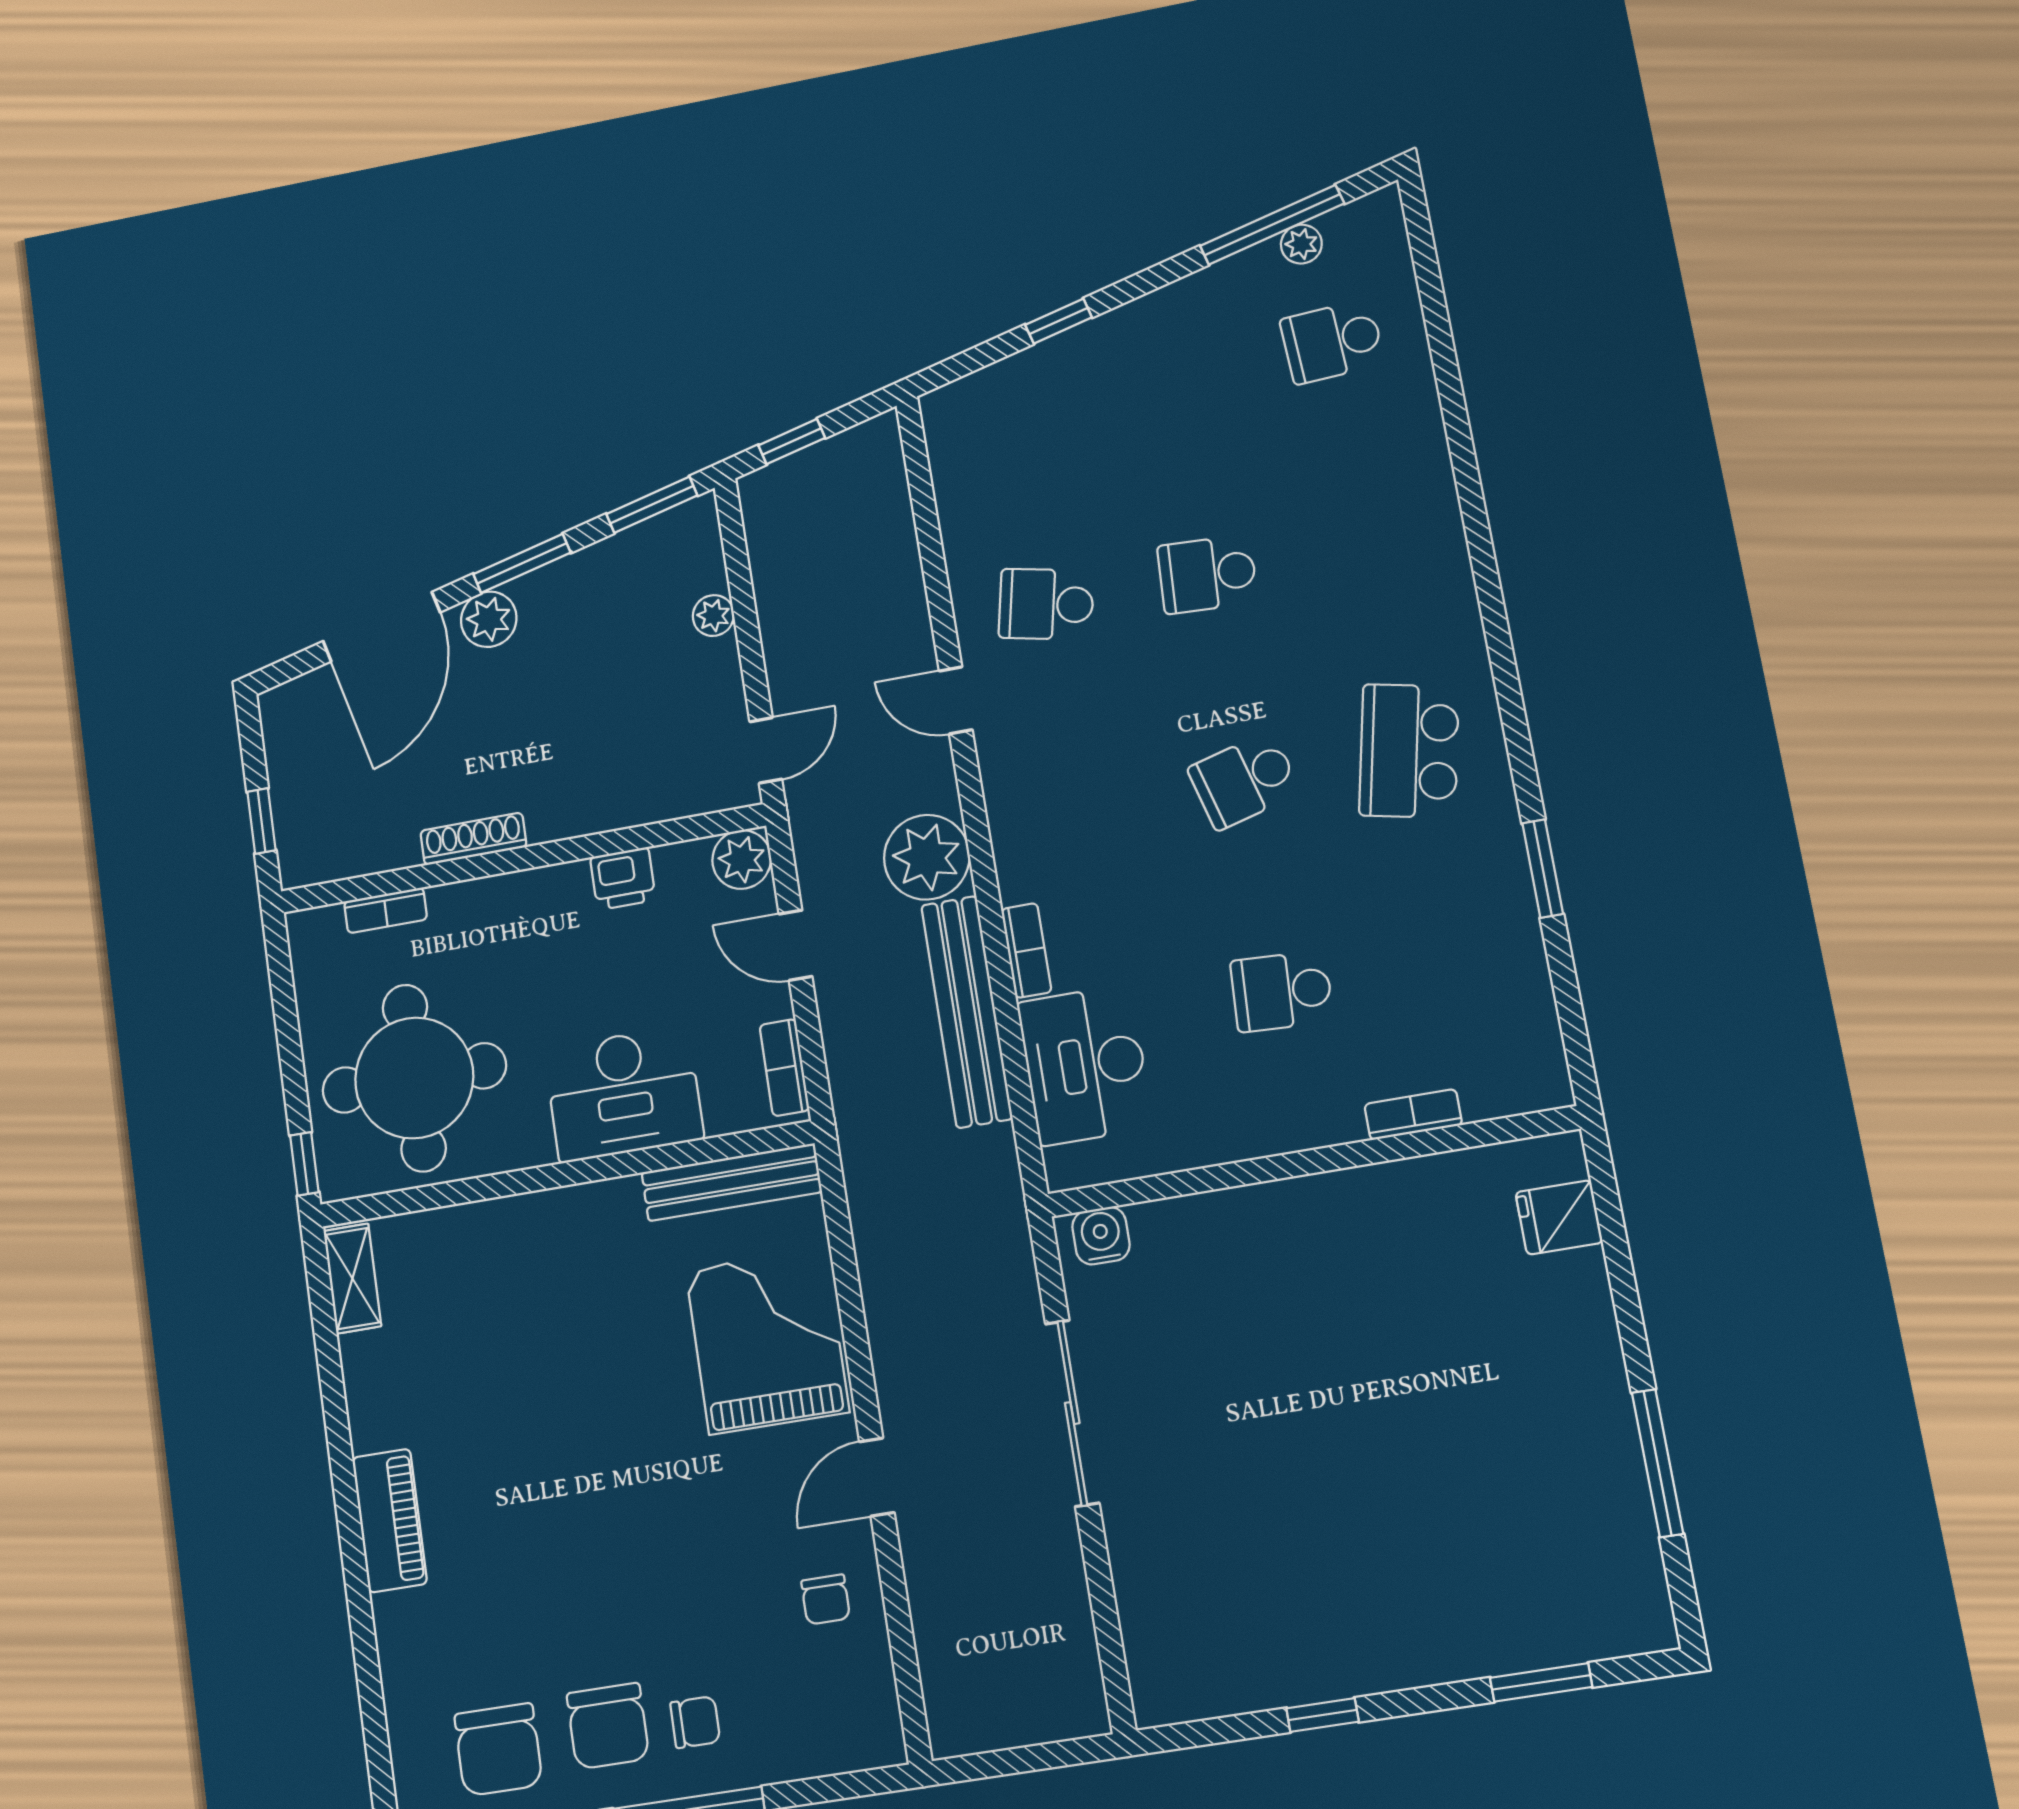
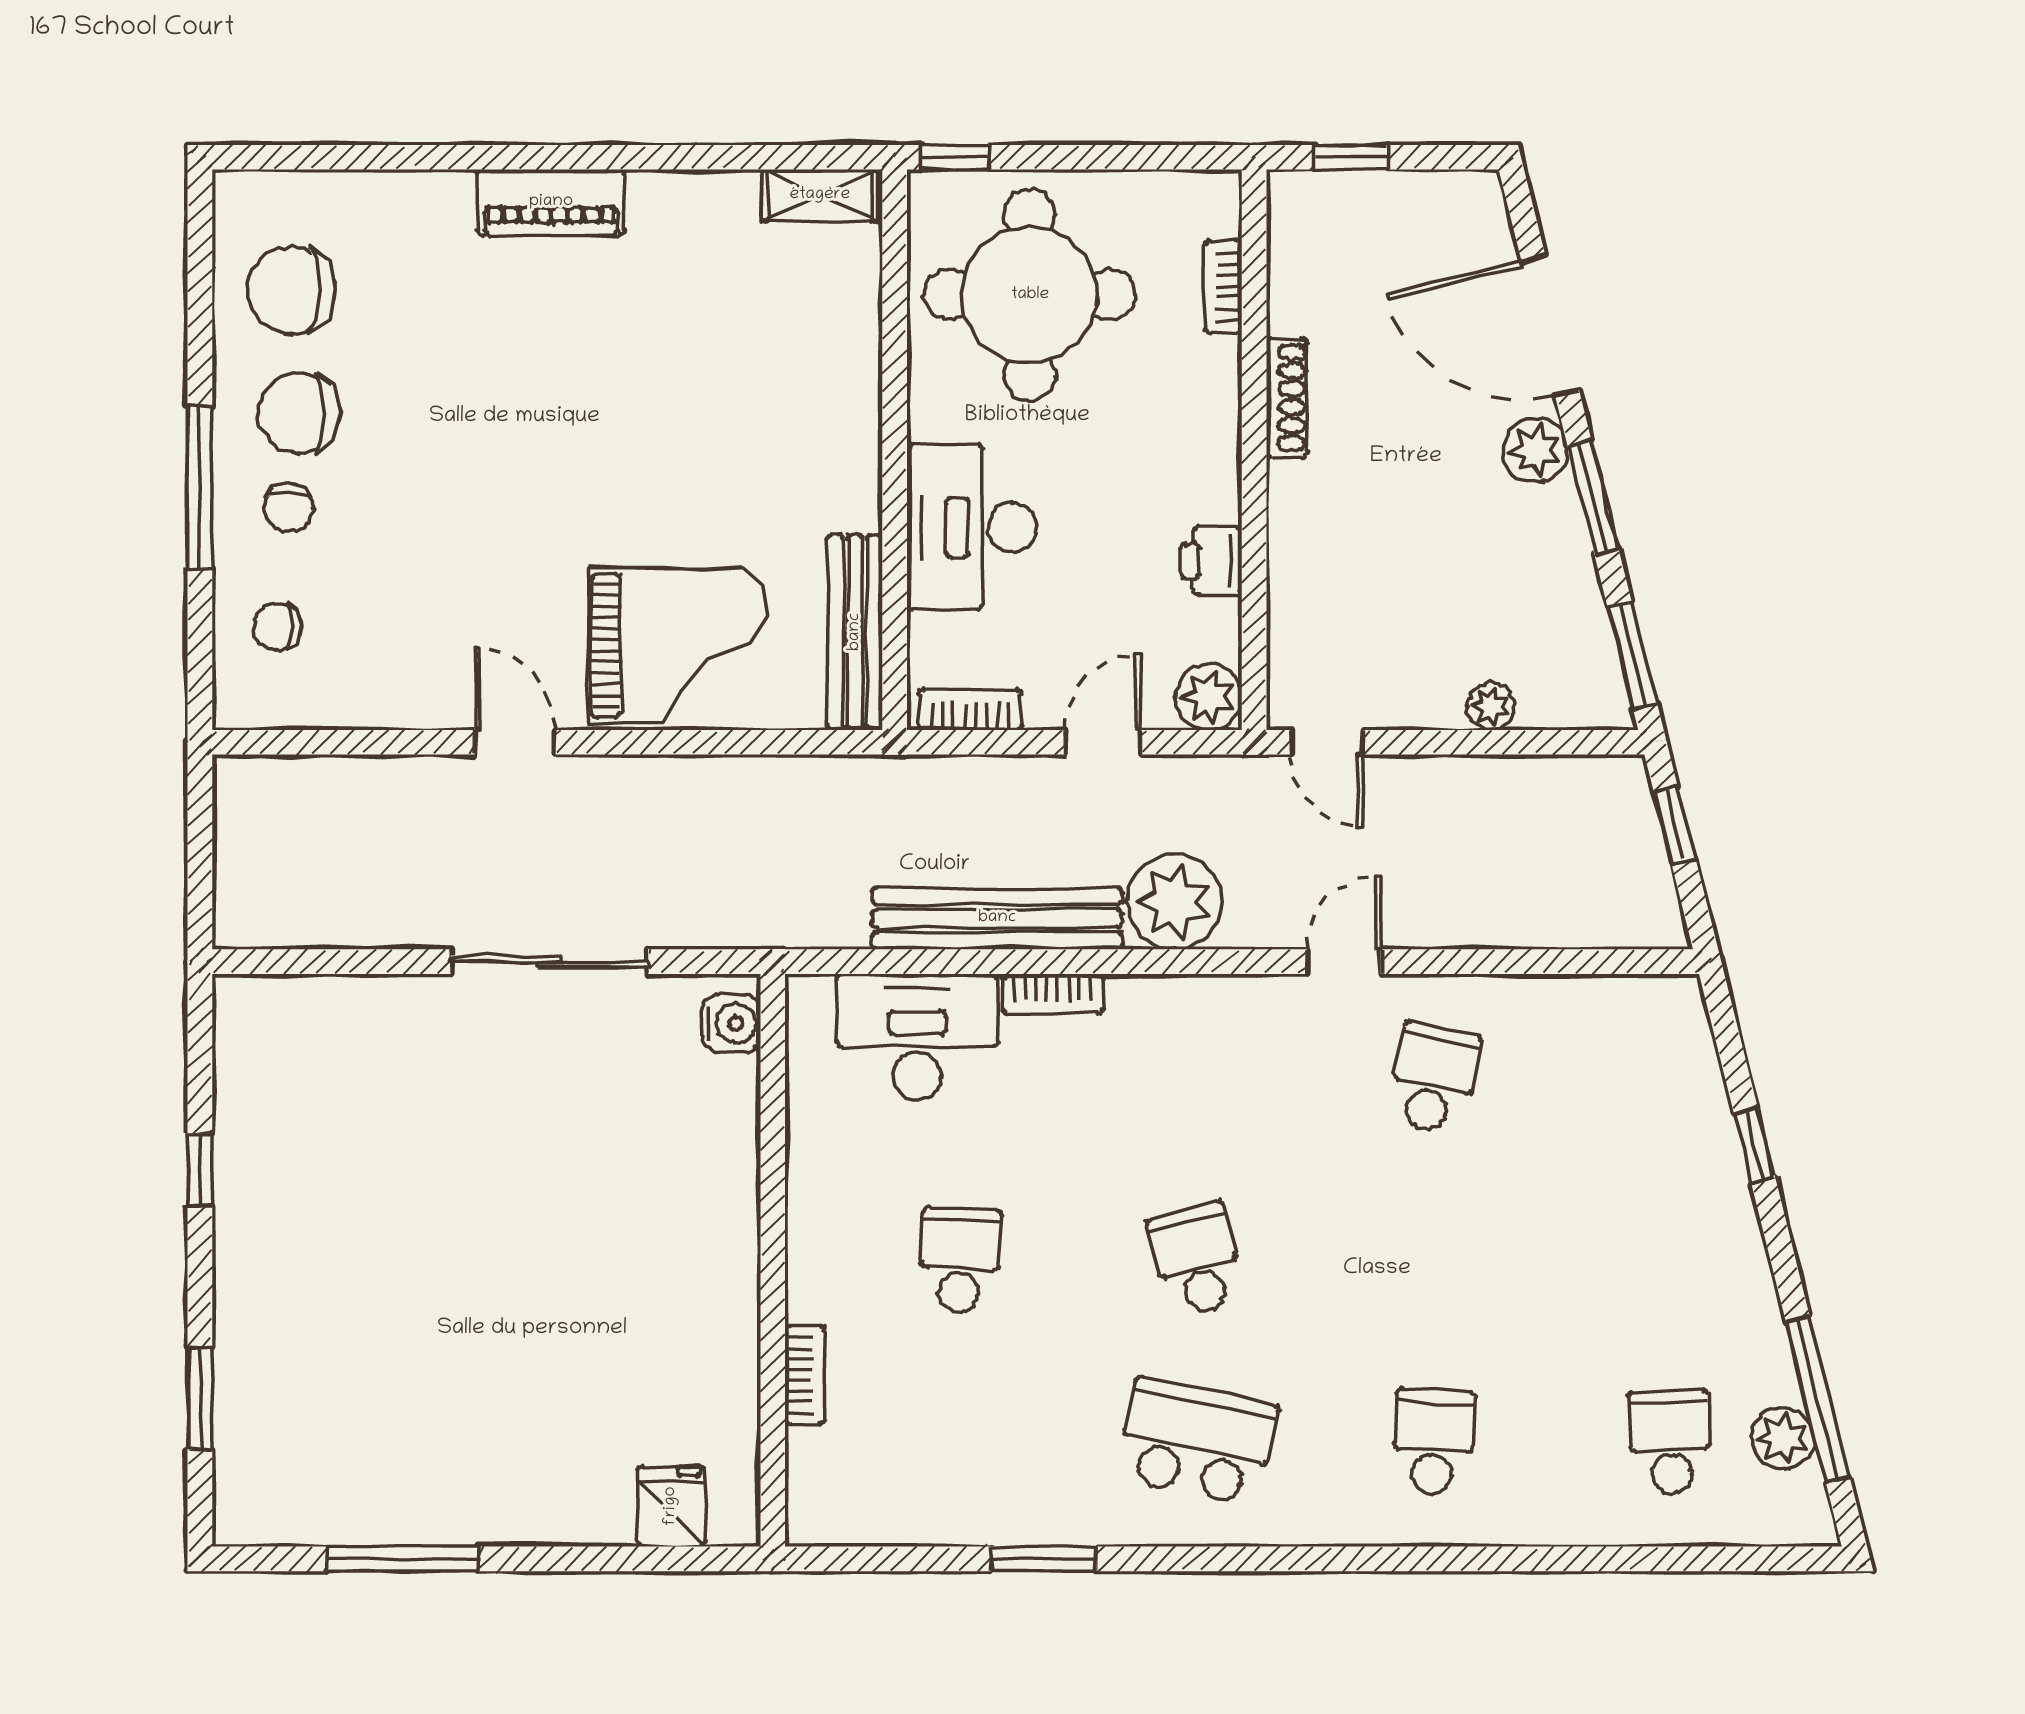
plant: (1301, 244) -> (1783, 1438), width x1.38, depth x1.38
school desk: (1207, 574) -> (1433, 1442), moved
chair: (826, 1599) -> (277, 627), moved

